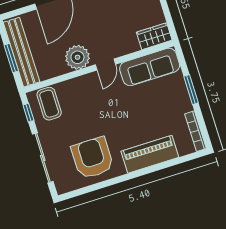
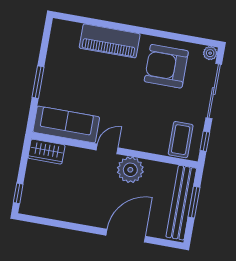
bookcase: (196, 131) -> (54, 40), removed
armchair: (92, 158) -> (166, 66), turned 90
plant: (62, 187) -> (210, 53), added

